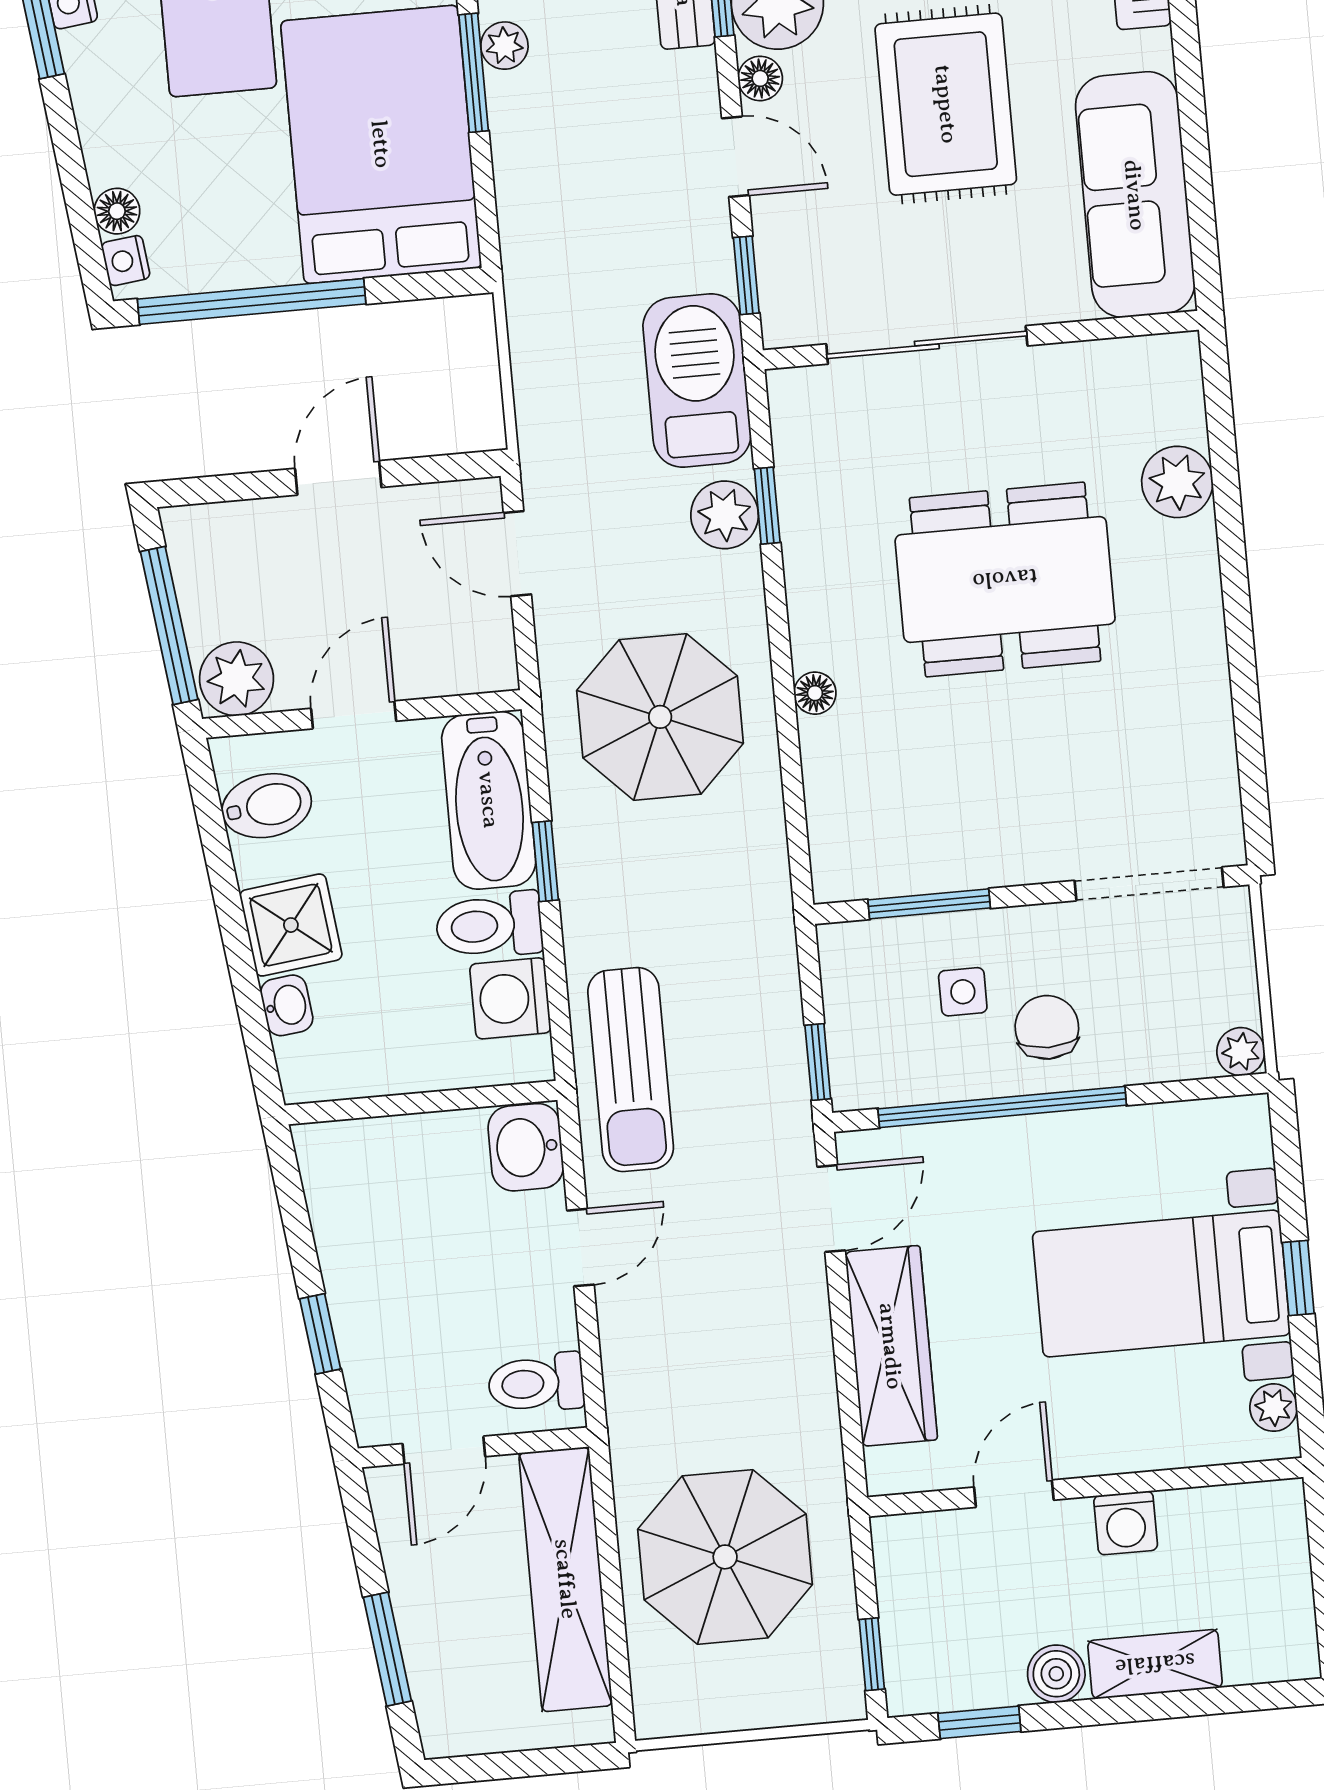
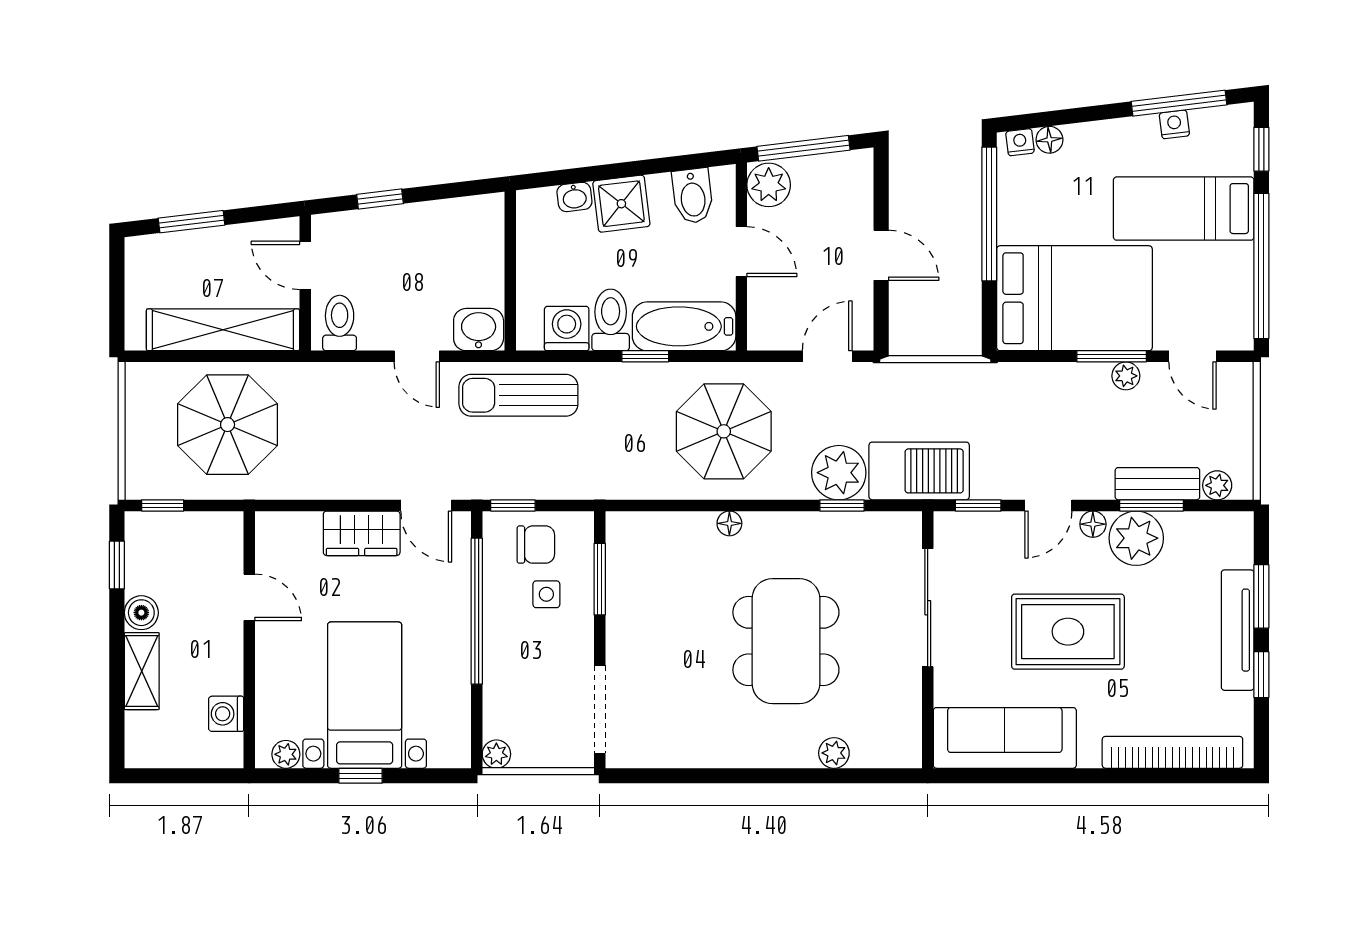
plant: (1177, 482) -> (834, 753), width x0.73, depth x0.73
plant: (725, 515) -> (839, 473), width x1.36, depth x1.36
chair: (1047, 1027) -> (536, 545), moved
wardrobe: (891, 1346) -> (362, 533), width x0.67
washing machine: (1126, 1523) -> (226, 714), moved

